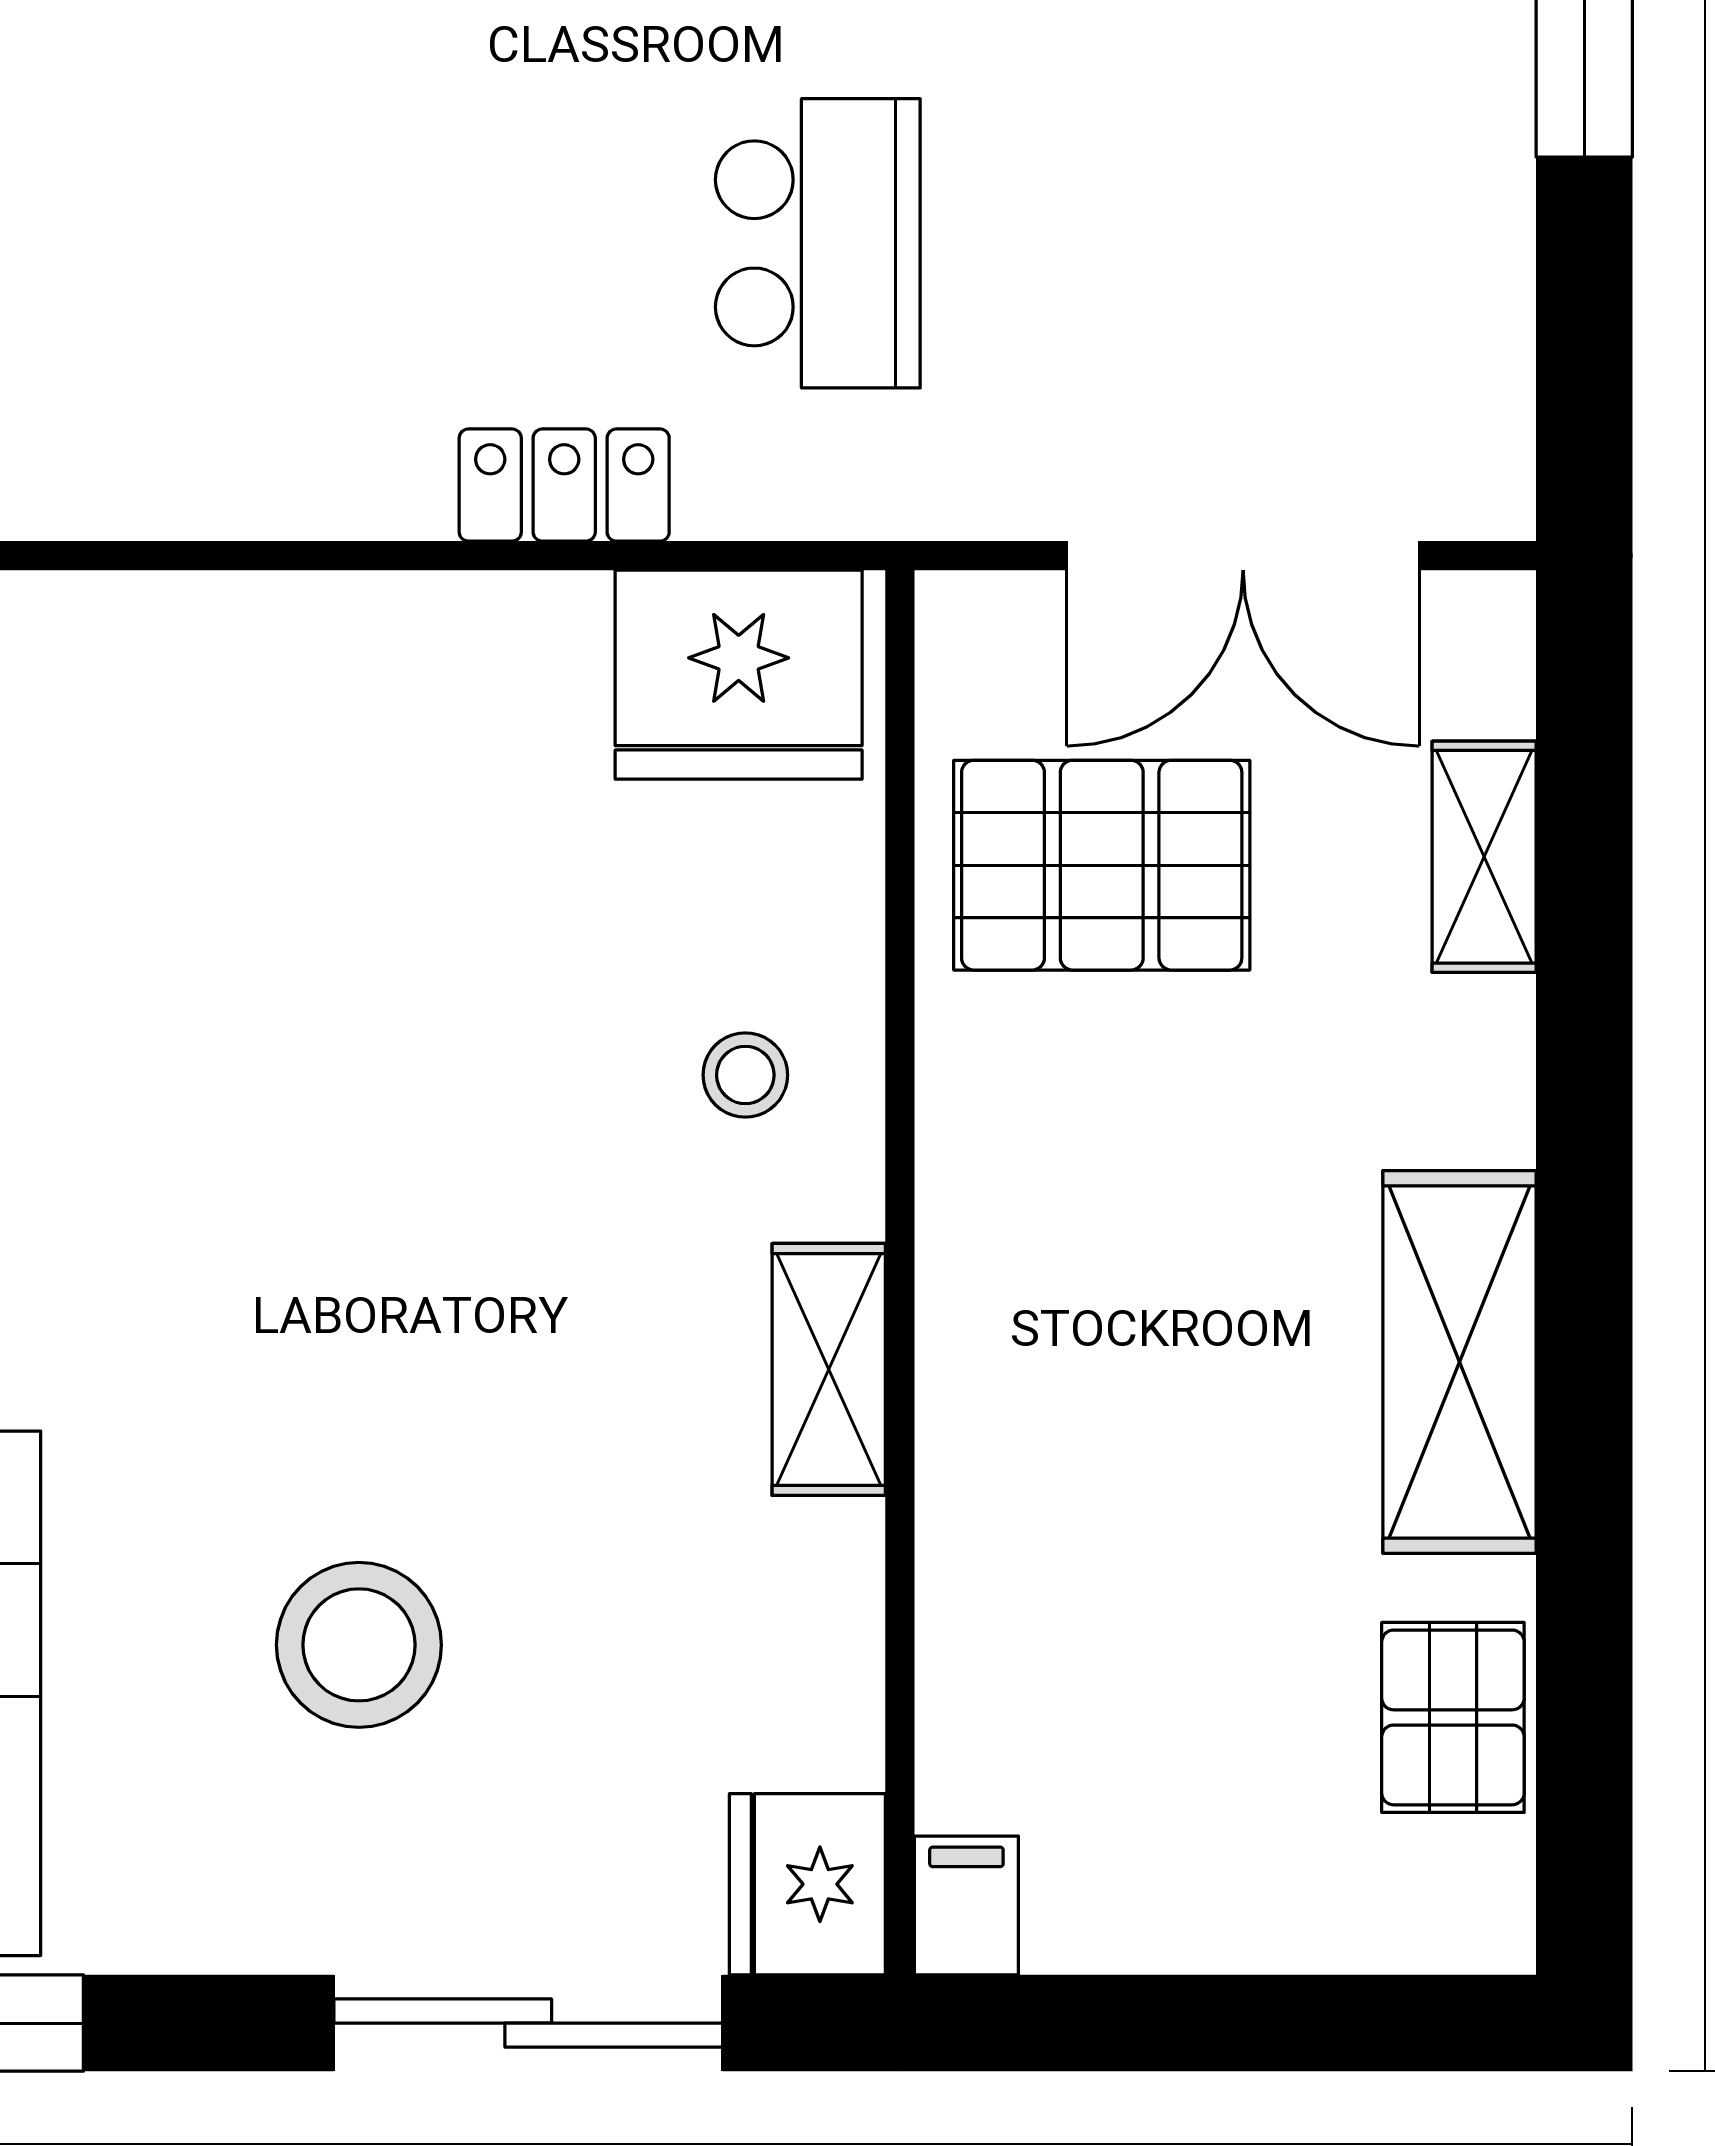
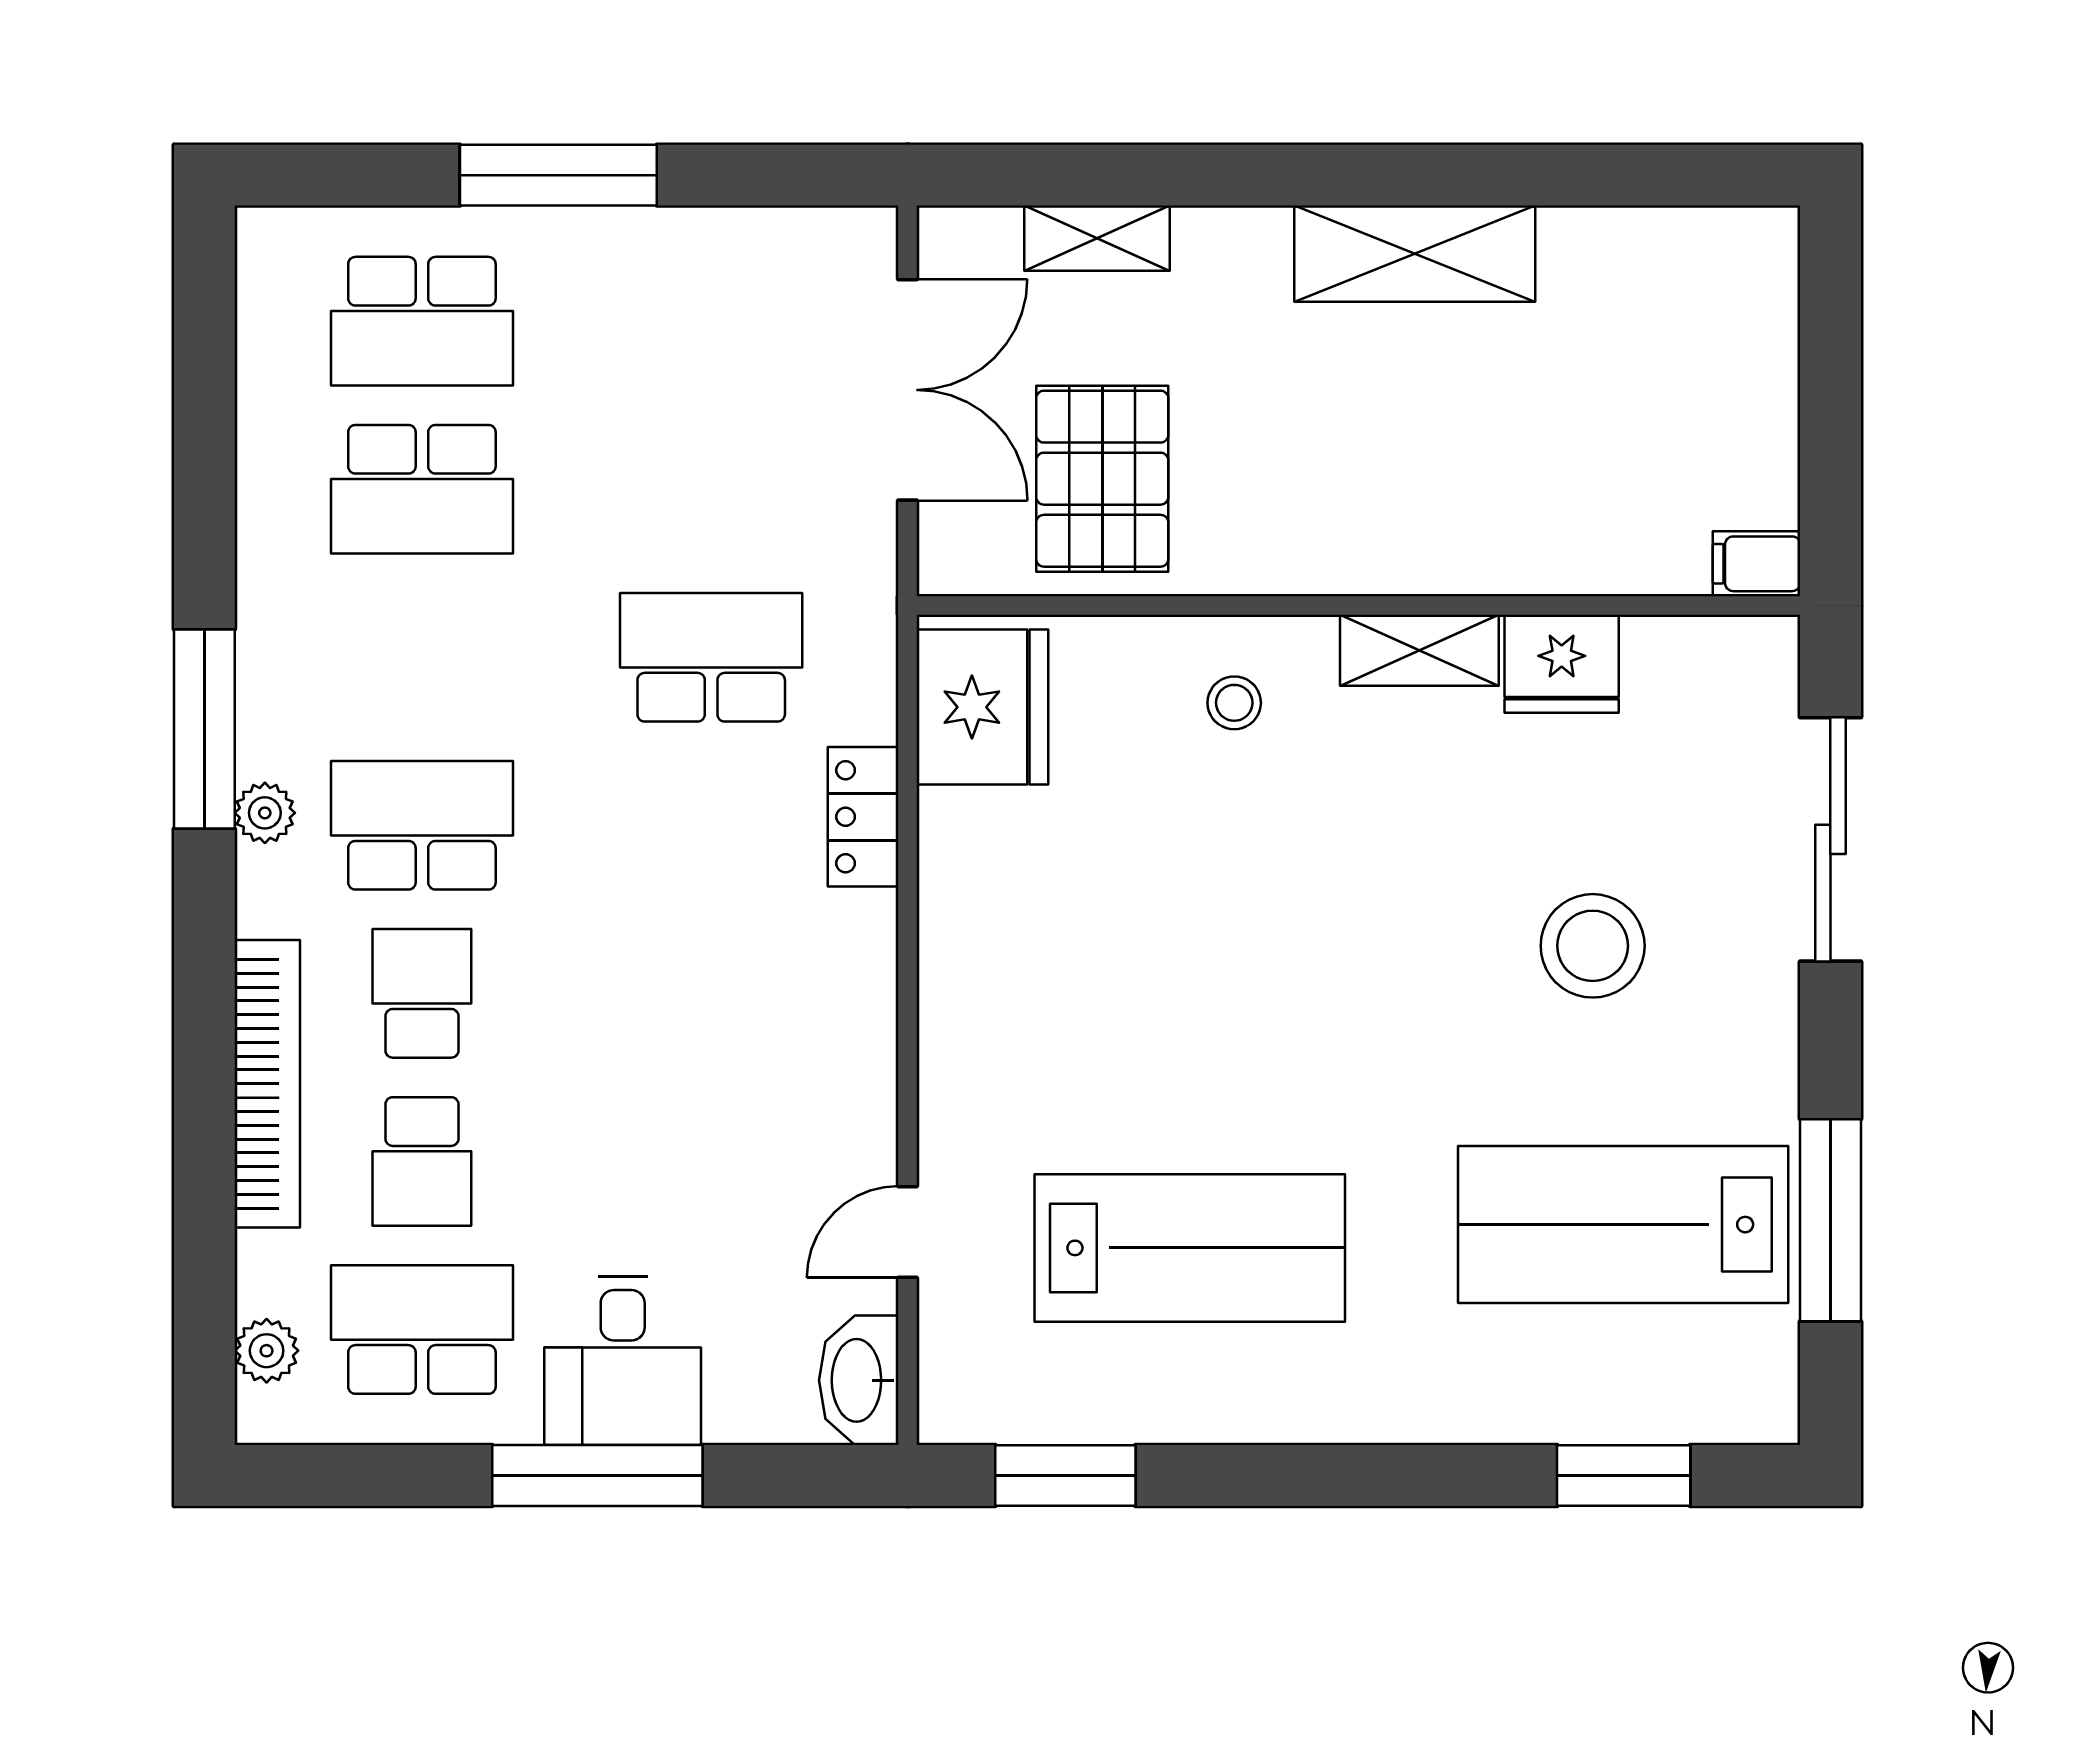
pallet: (1453, 1717) -> (1638, 258), removed
fridge: (807, 1884) -> (1562, 664), moved

